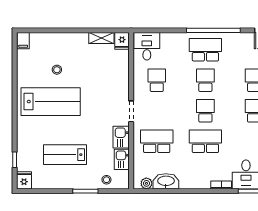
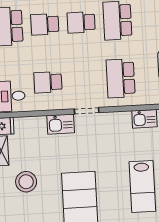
stool: (57, 70) -> (26, 182), moved, width x1.89, depth x1.89
kitchen sink: (121, 137) -> (61, 124), moved

